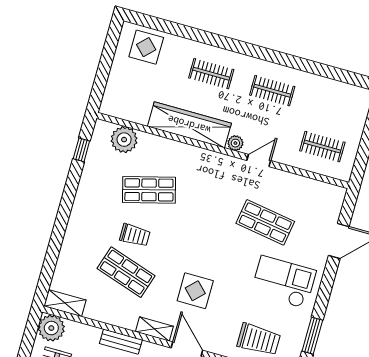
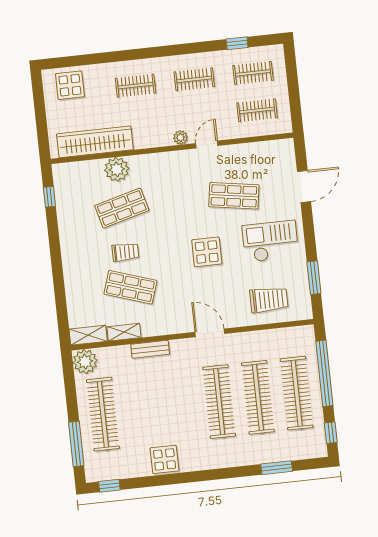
window: (329, 72) -> (237, 43), added
clothes rail: (333, 108) -> (253, 73), added
wardrobe: (189, 125) -> (95, 142), moved
plant: (124, 140) -> (117, 169), moved
display table: (195, 291) -> (207, 252), moved
shelving: (154, 329) -> (124, 332), moved

